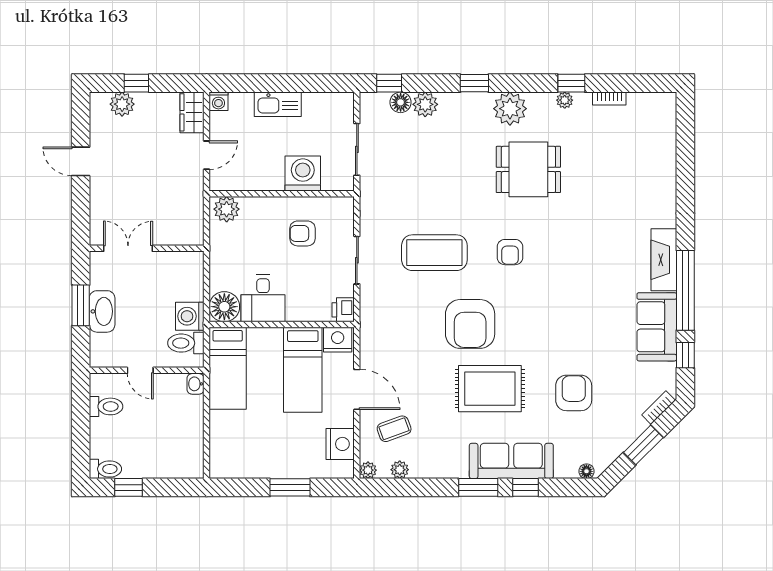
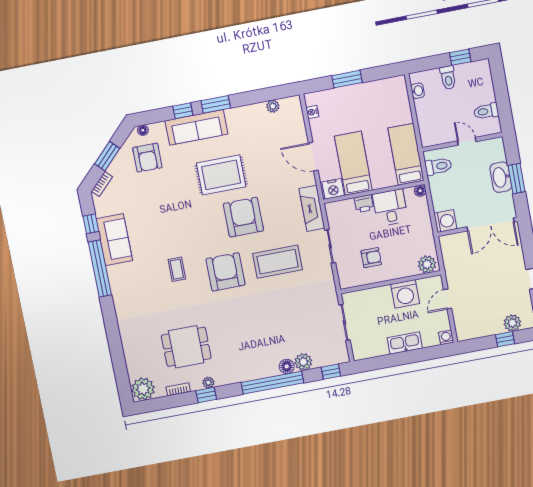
window: (474, 83) -> (272, 383), width x3.17
floor lamp: (401, 102) -> (287, 366), moved
plant: (510, 109) -> (143, 389), moved
wardrobe: (192, 112) -> (463, 326), removed
dining table: (528, 169) -> (186, 347), moved
washing machine: (303, 174) -> (405, 294), moved
double door: (128, 248) -> (490, 224), width x1.37
armchair: (510, 252) -> (226, 272), width x1.88, depth x1.88
fireplace: (664, 260) -> (312, 208), moved, turned 180
floor lamp: (224, 307) -> (420, 191), width x0.53, depth x0.53
printer: (343, 310) -> (364, 204), moved, turned 90
washing machine: (190, 316) -> (445, 221), moved
washbasin: (196, 384) -> (418, 91), moved
armchair: (574, 393) -> (147, 158), moved
coffee table: (394, 429) -> (177, 269), moved, turned -70
nightstand: (340, 444) -> (312, 112), width x0.53, depth x0.56
toilet: (105, 469) -> (448, 78), moved, turned -90
plant: (368, 470) -> (295, 102), removed

